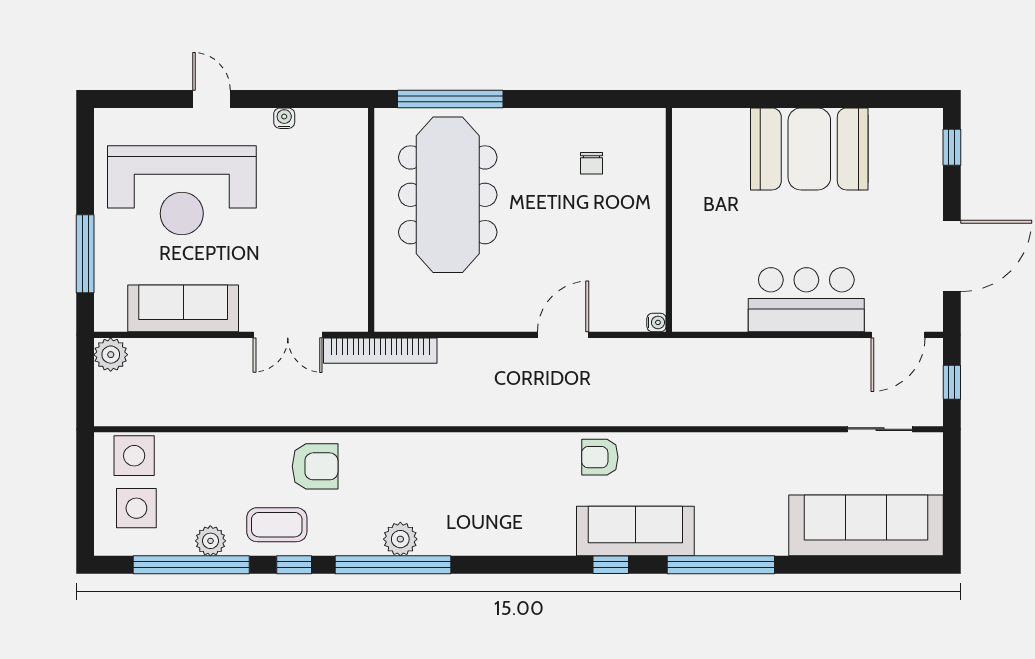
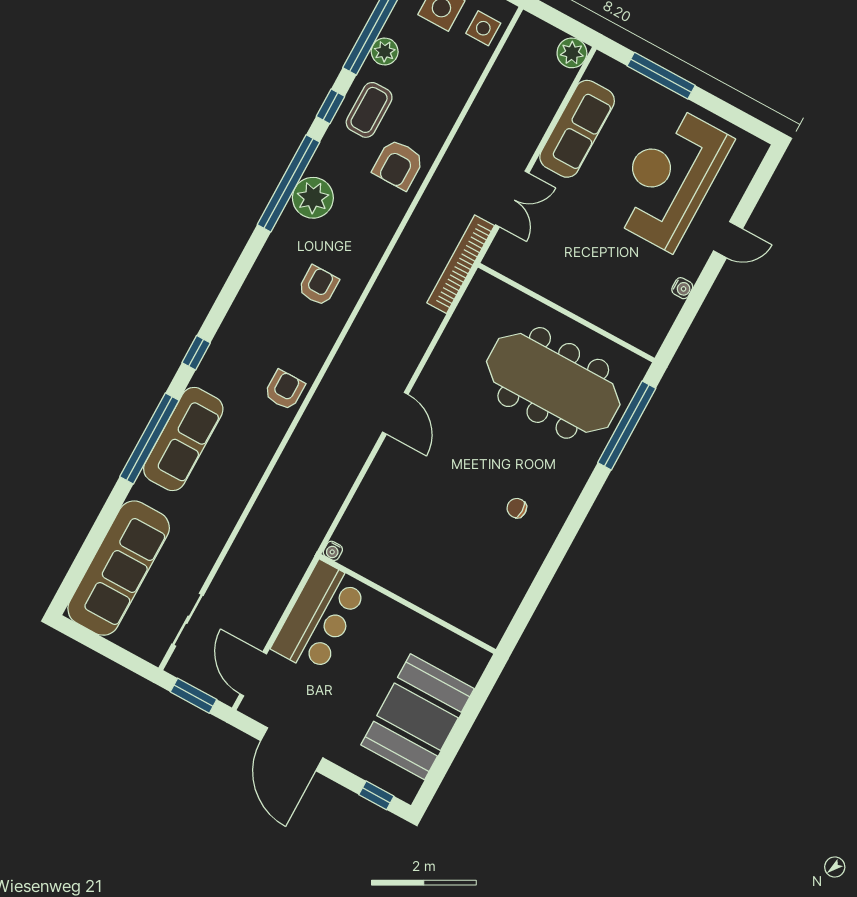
booth: (809, 149) -> (417, 717), moved
wall: (669, 220) -> (407, 604), moved
water cooler: (656, 322) -> (333, 551), moved
double door: (288, 335) -> (512, 199), swing flipped
window: (952, 382) -> (193, 696), width x1.50
side table: (134, 456) -> (483, 28), width x0.73, depth x0.73
armchair: (478, 480) -> (318, 286), added
sofa: (635, 531) -> (183, 439), moved
plant: (400, 539) -> (313, 198), width x1.36, depth x1.36

